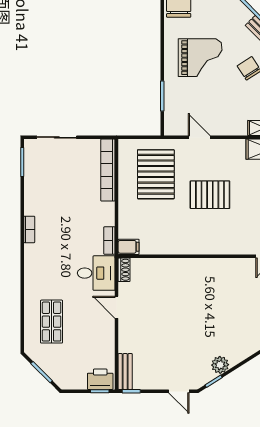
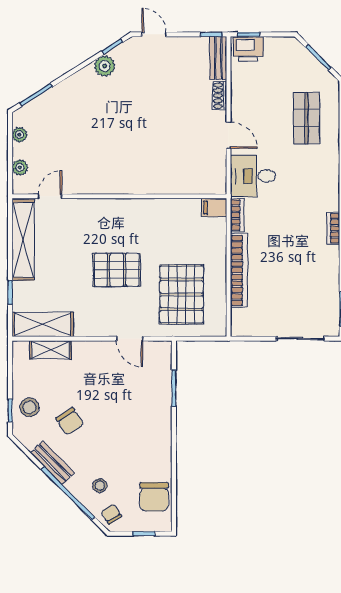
stool: (224, 15) -> (100, 486), added
grand piano: (200, 58) -> (128, 434), removed
bookcase: (108, 170) -> (239, 270), moved
shoe rack: (124, 270) -> (220, 96), moved

